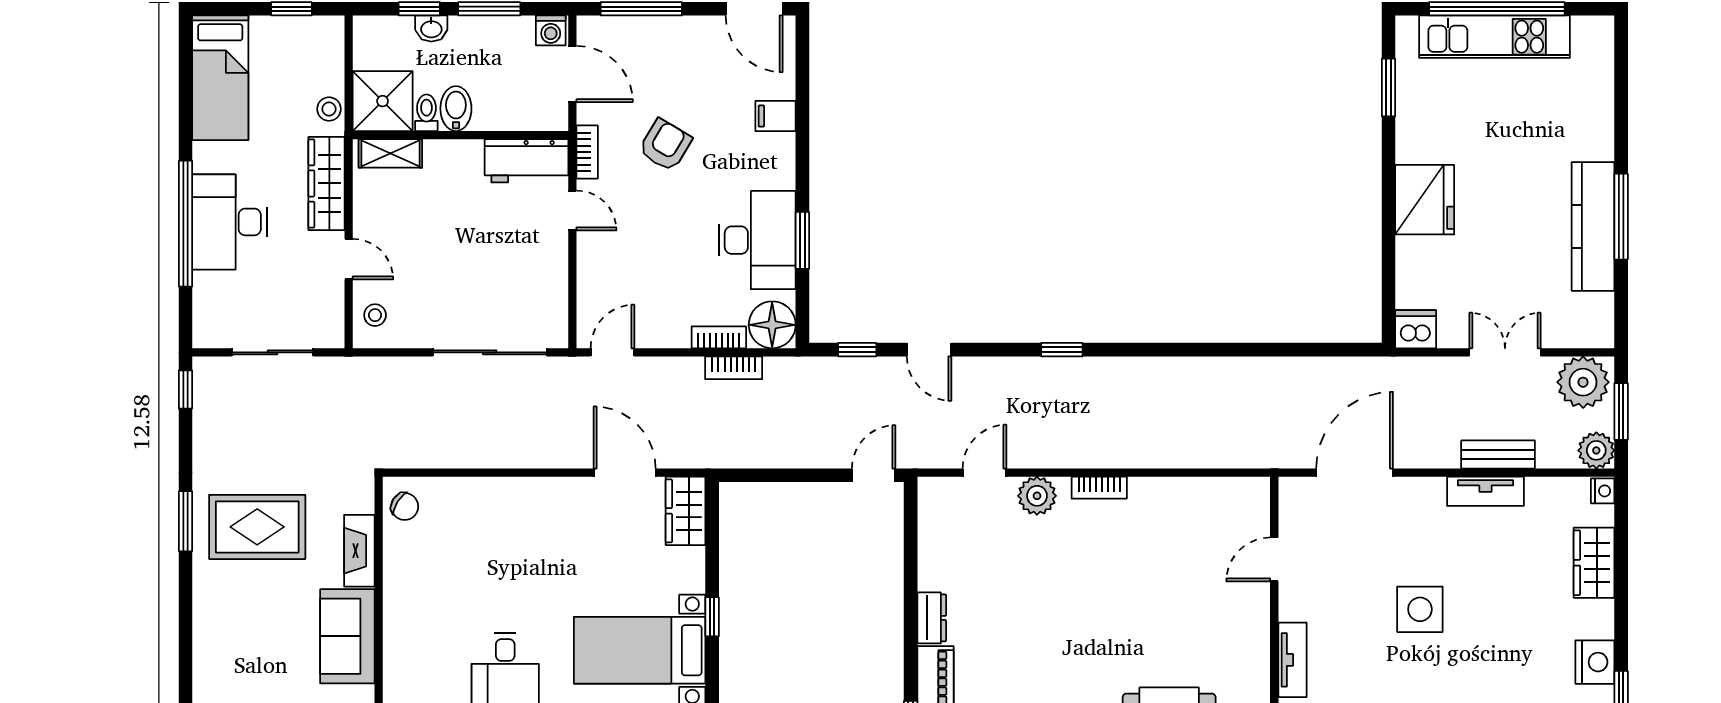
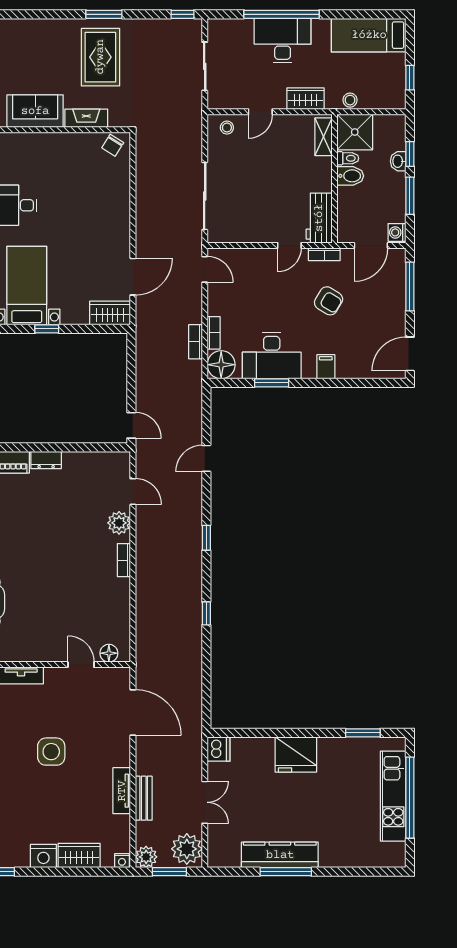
filing cabinet: (776, 116) -> (326, 367), moved
wardrobe: (327, 183) -> (306, 99), width x0.67
window: (857, 350) -> (206, 613), moved
floor lamp: (1255, 513) -> (109, 653), added
nightstand: (1595, 662) -> (43, 856), moved

